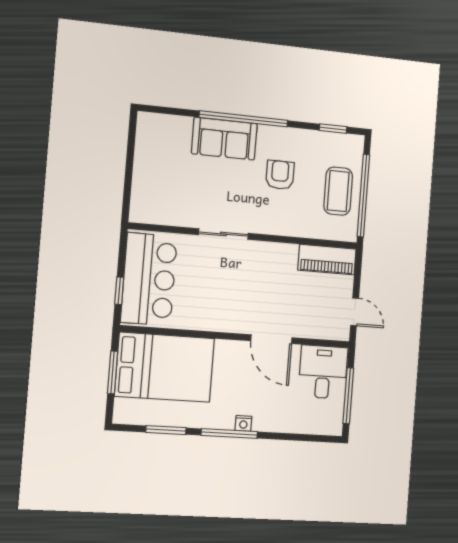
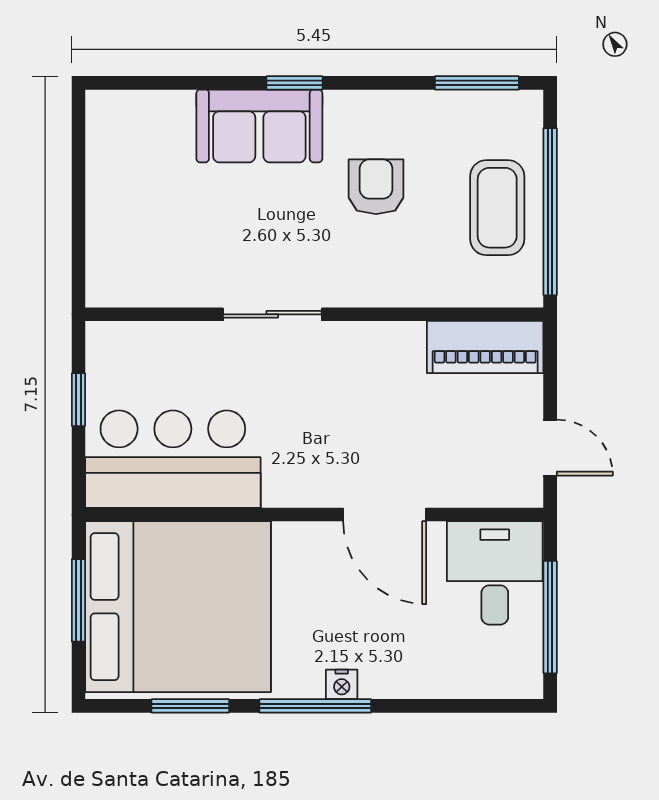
window: (244, 119) -> (294, 83), width x0.32
window: (333, 129) -> (477, 83), width x1.50
bar counter: (149, 279) -> (173, 459), moved, turned -90
window: (119, 291) -> (78, 400), moved
bed: (165, 367) -> (178, 607), width x1.36

